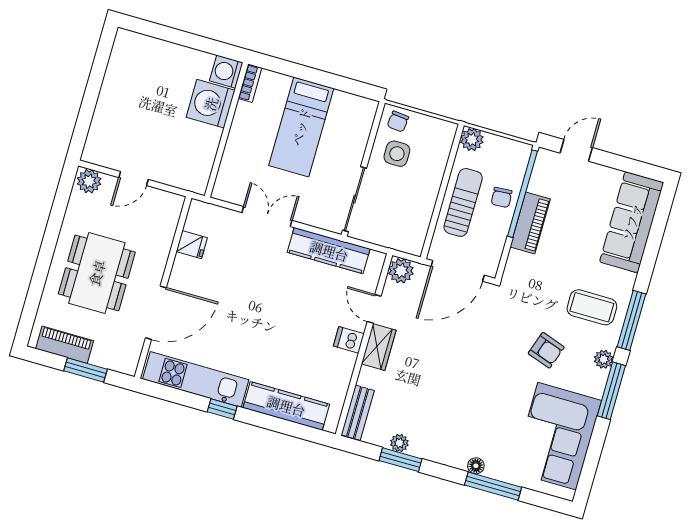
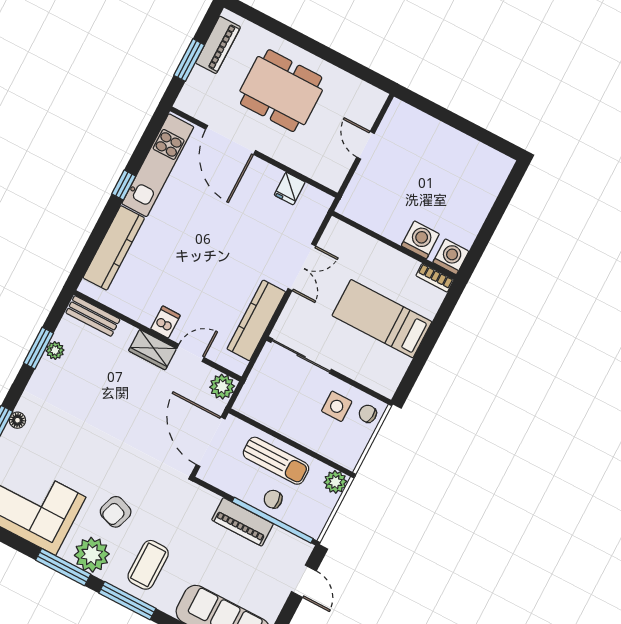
washing machine: (211, 104) -> (420, 240), width x0.73, depth x0.73
plant: (89, 181) -> (372, 101), removed
plant: (604, 359) -> (92, 555), width x1.87, depth x1.87

